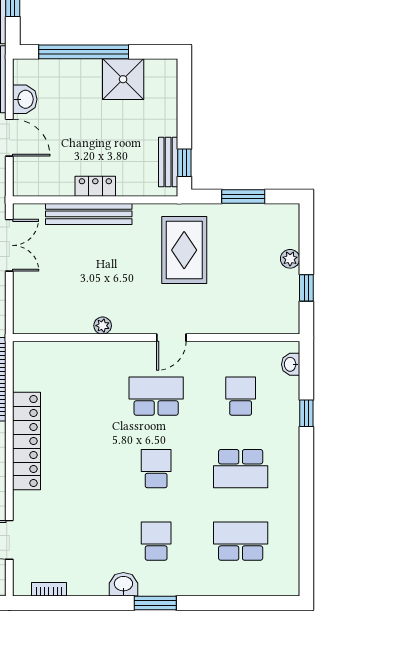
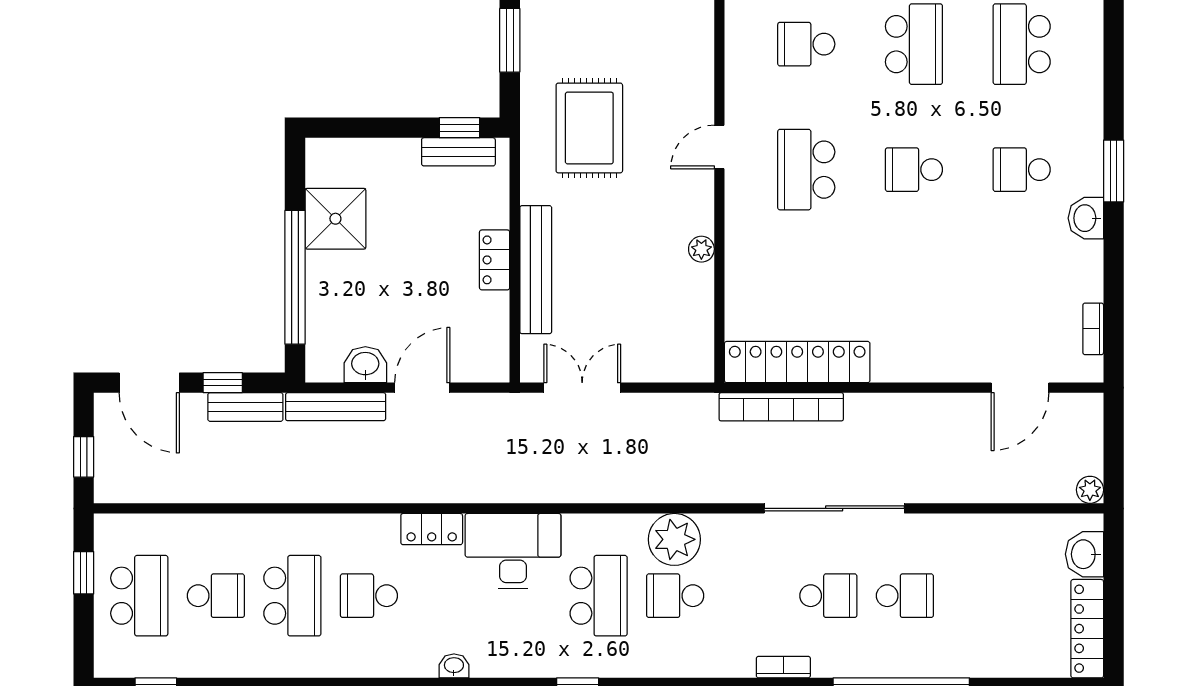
rug: (184, 250) -> (589, 128), turned 90
door: (171, 338) -> (719, 147), swing flipped
locker: (27, 441) -> (797, 362), moved

